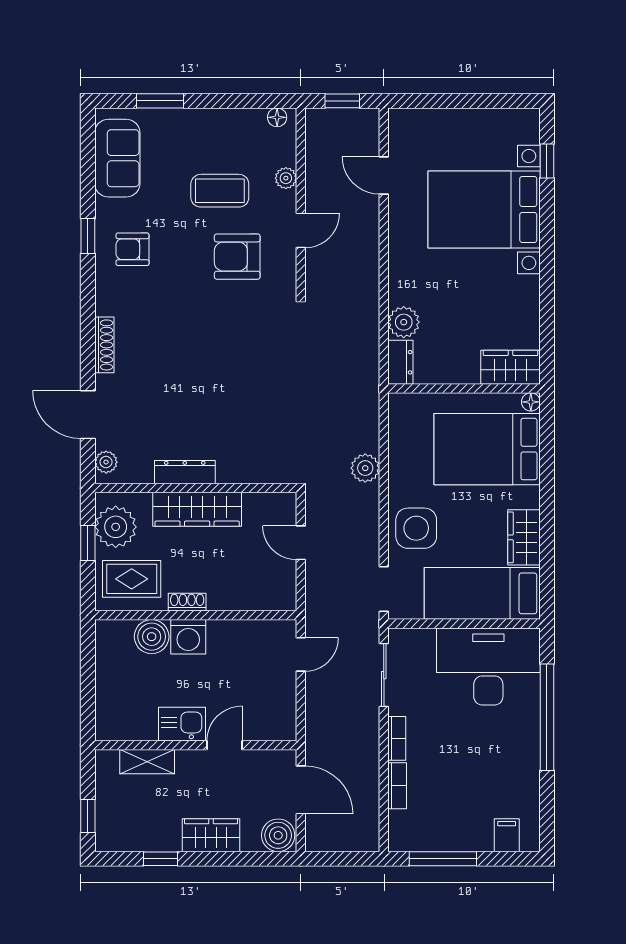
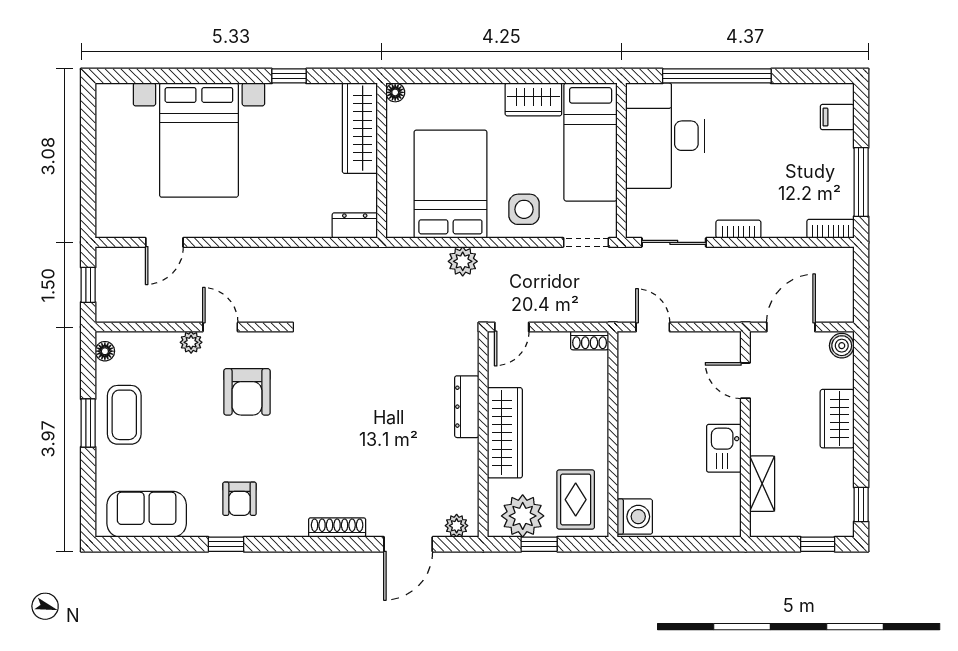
window: (160, 101) -> (88, 423), moved
window: (547, 161) -> (289, 76), moved
plant: (286, 178) -> (191, 342), moved
coffee table: (220, 191) -> (124, 415), moved
plant: (404, 322) -> (314, 222), removed
wardrobe: (511, 367) -> (360, 128), width x1.50
bed: (487, 449) -> (450, 184), moved, turned 180
dresser: (185, 472) -> (467, 407), moved
side table: (416, 528) -> (524, 209), width x0.73, depth x0.73
door: (301, 543) -> (512, 327), moved
shoe rack: (187, 602) -> (590, 341), moved, turned -90
boiler: (152, 637) -> (635, 479), removed
washing machine: (188, 637) -> (635, 517), moved
door: (224, 745) -> (745, 381), moved
bookcase: (397, 786) -> (831, 229), moved
boiler: (278, 835) -> (842, 346), width x0.73, depth x0.73
window: (160, 859) -> (861, 504), moved

